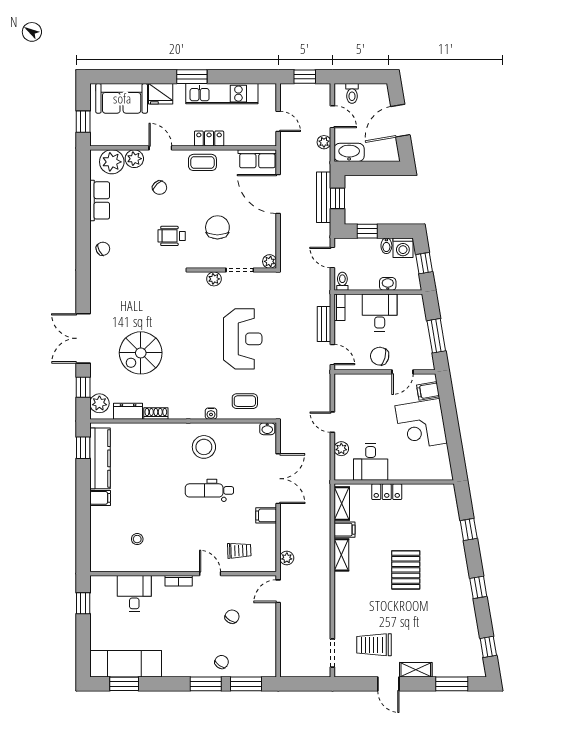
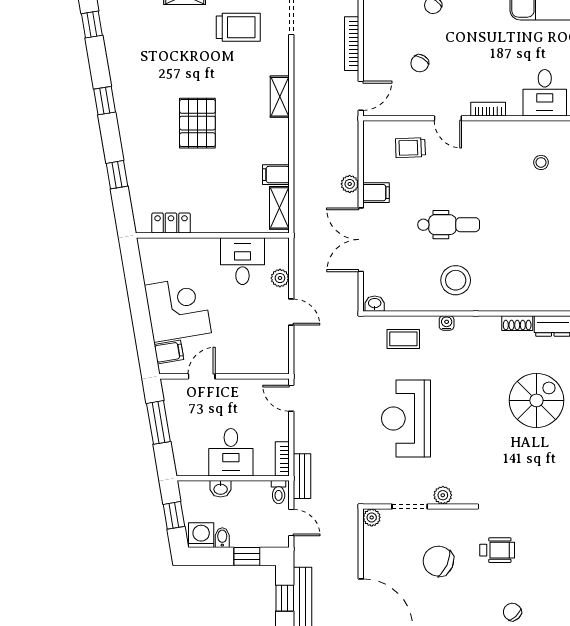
chair: (217, 227) -> (438, 561), turned 114
bench: (324, 324) -> (302, 476), moved
chair: (380, 356) -> (231, 396), removed
locker: (387, 492) -> (171, 223), moved
shelving: (341, 555) -> (280, 97), moved
plant: (287, 558) -> (350, 184), moved
bookcase: (285, 632) -> (352, 44), added

